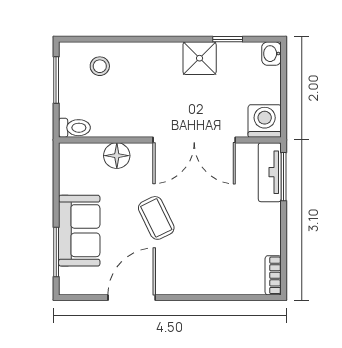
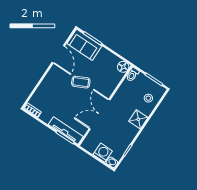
shower: (200, 58) -> (138, 119), moved
washing machine: (265, 121) -> (103, 153), moved, turned -90
floor lamp: (117, 156) -> (123, 67), moved
tv unit: (270, 172) -> (66, 131), width x1.41
sofa: (79, 231) -> (84, 45), moved

